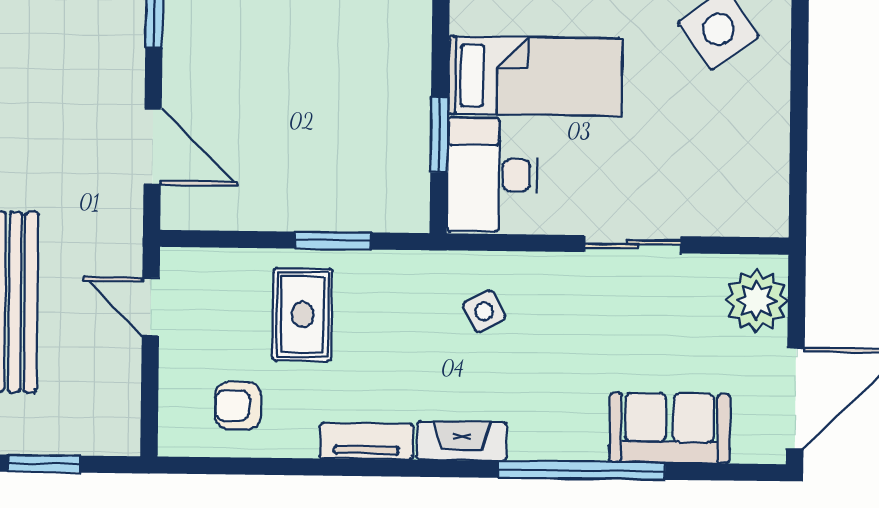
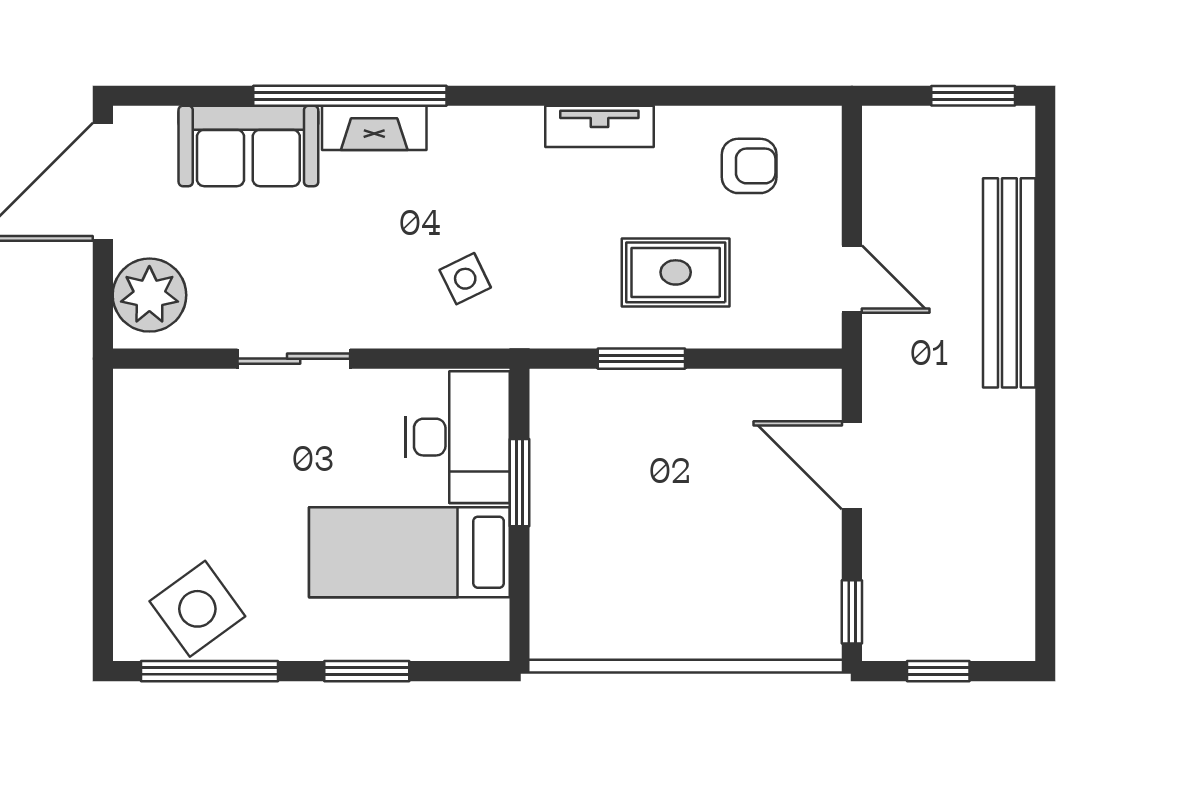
rug: (303, 314) -> (676, 272), turned 90
fireplace: (462, 441) -> (374, 128), moved

